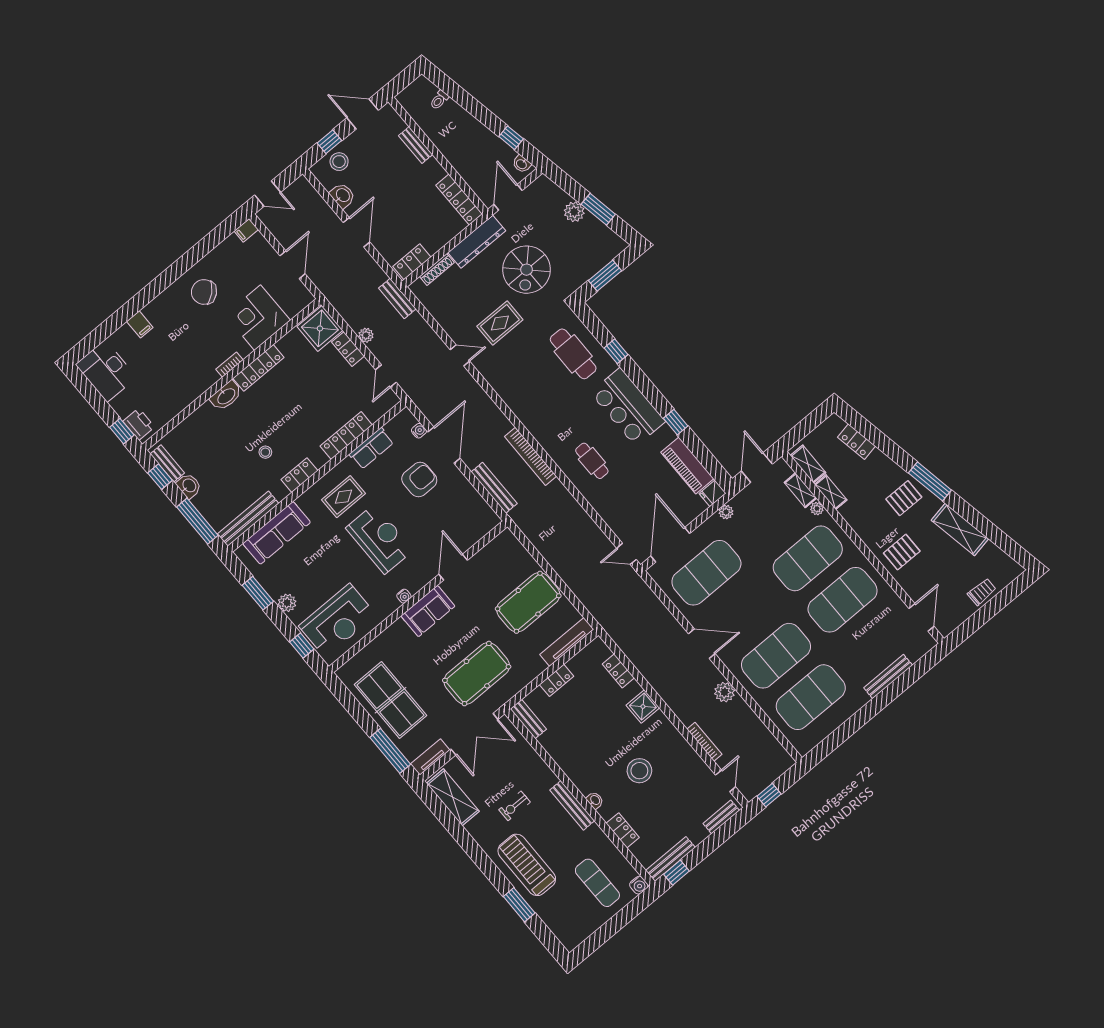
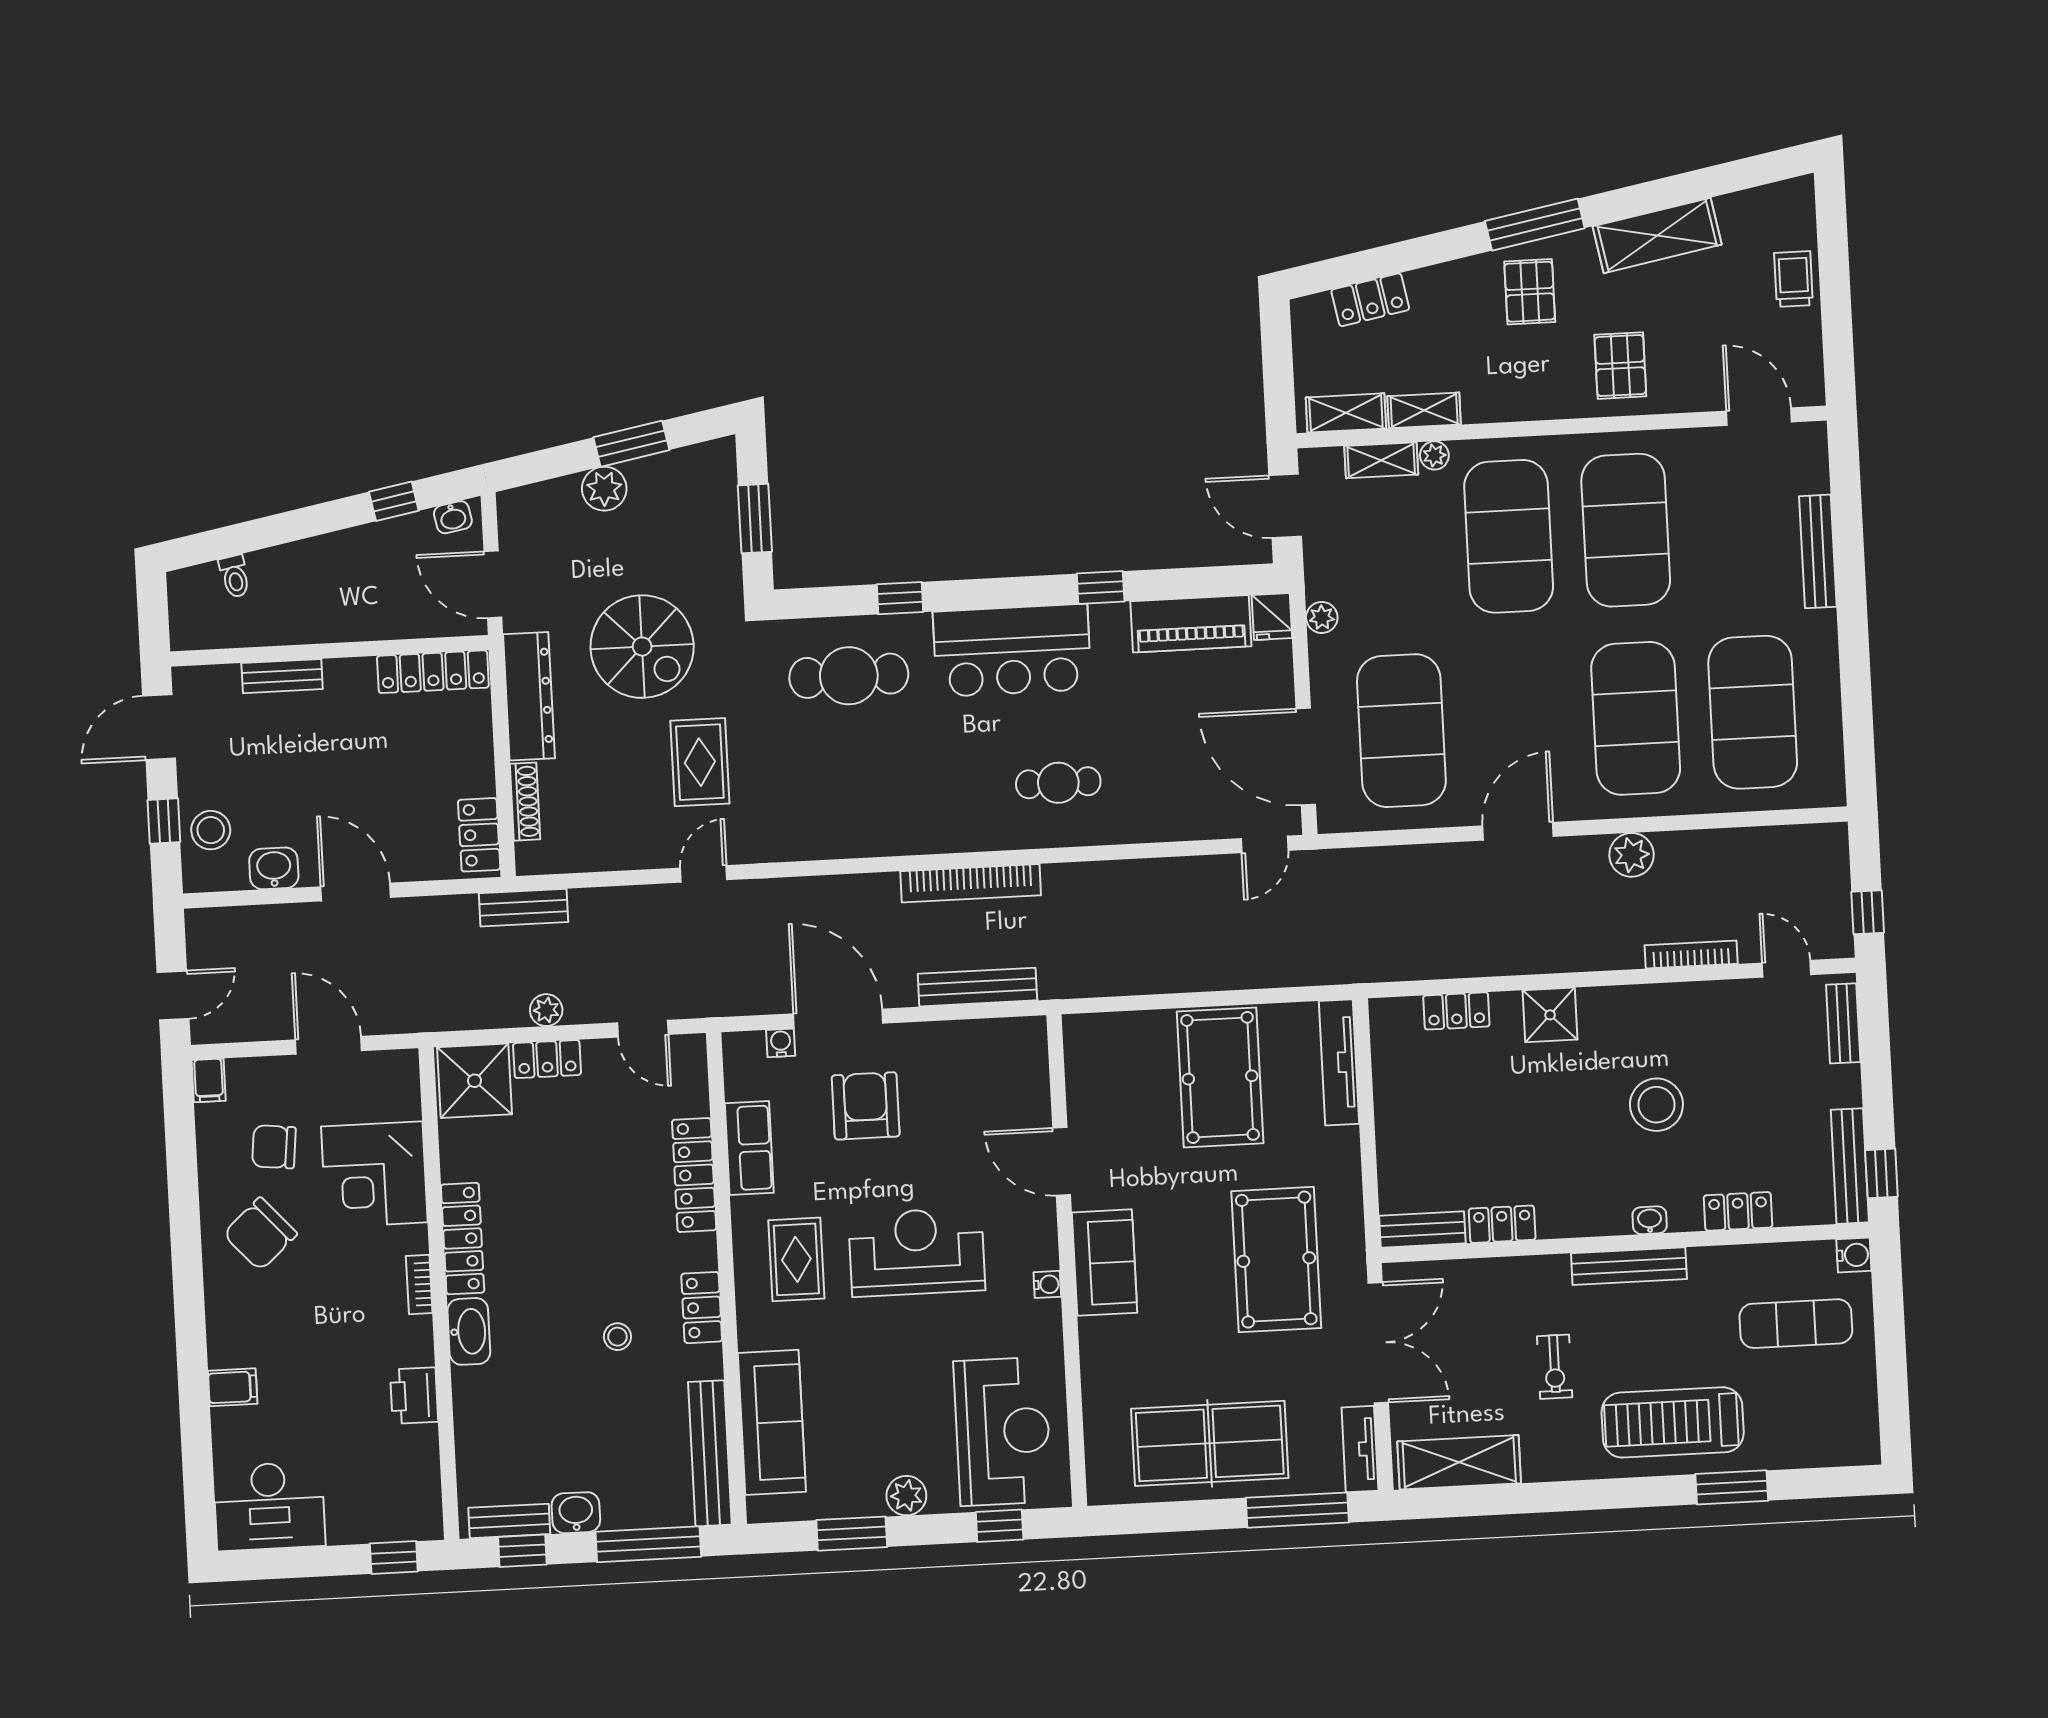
chair: (240, 273) -> (274, 1147), added
printer: (139, 424) -> (414, 1396), moved, turned -90
locker: (557, 680) -> (1502, 1224), moved, turned -90

